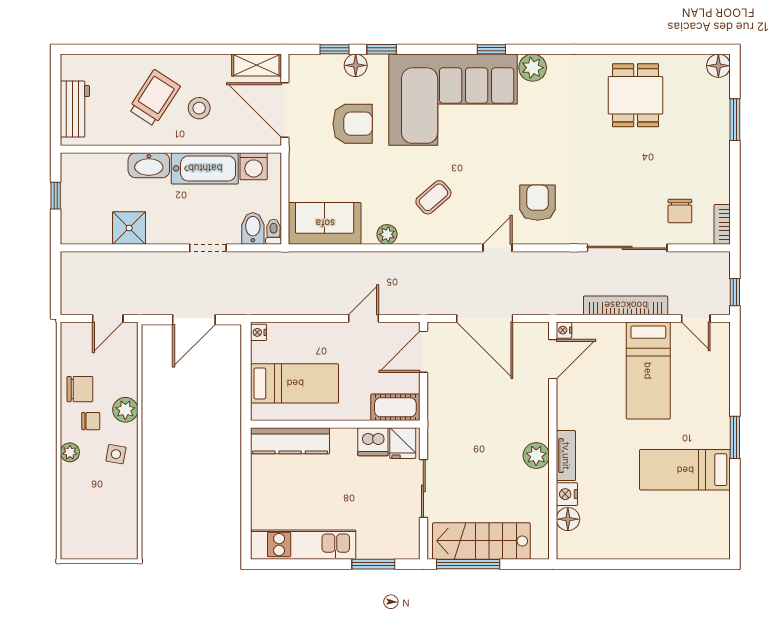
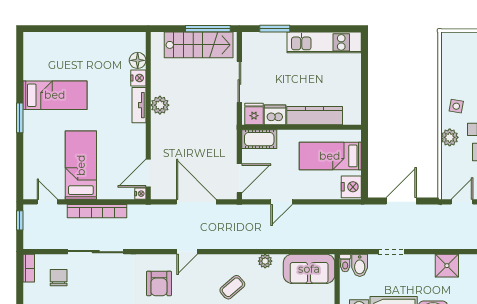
nightstand: (259, 332) -> (351, 187), width x1.89, depth x1.79
kitchen counter: (290, 441) -> (315, 116), moved

